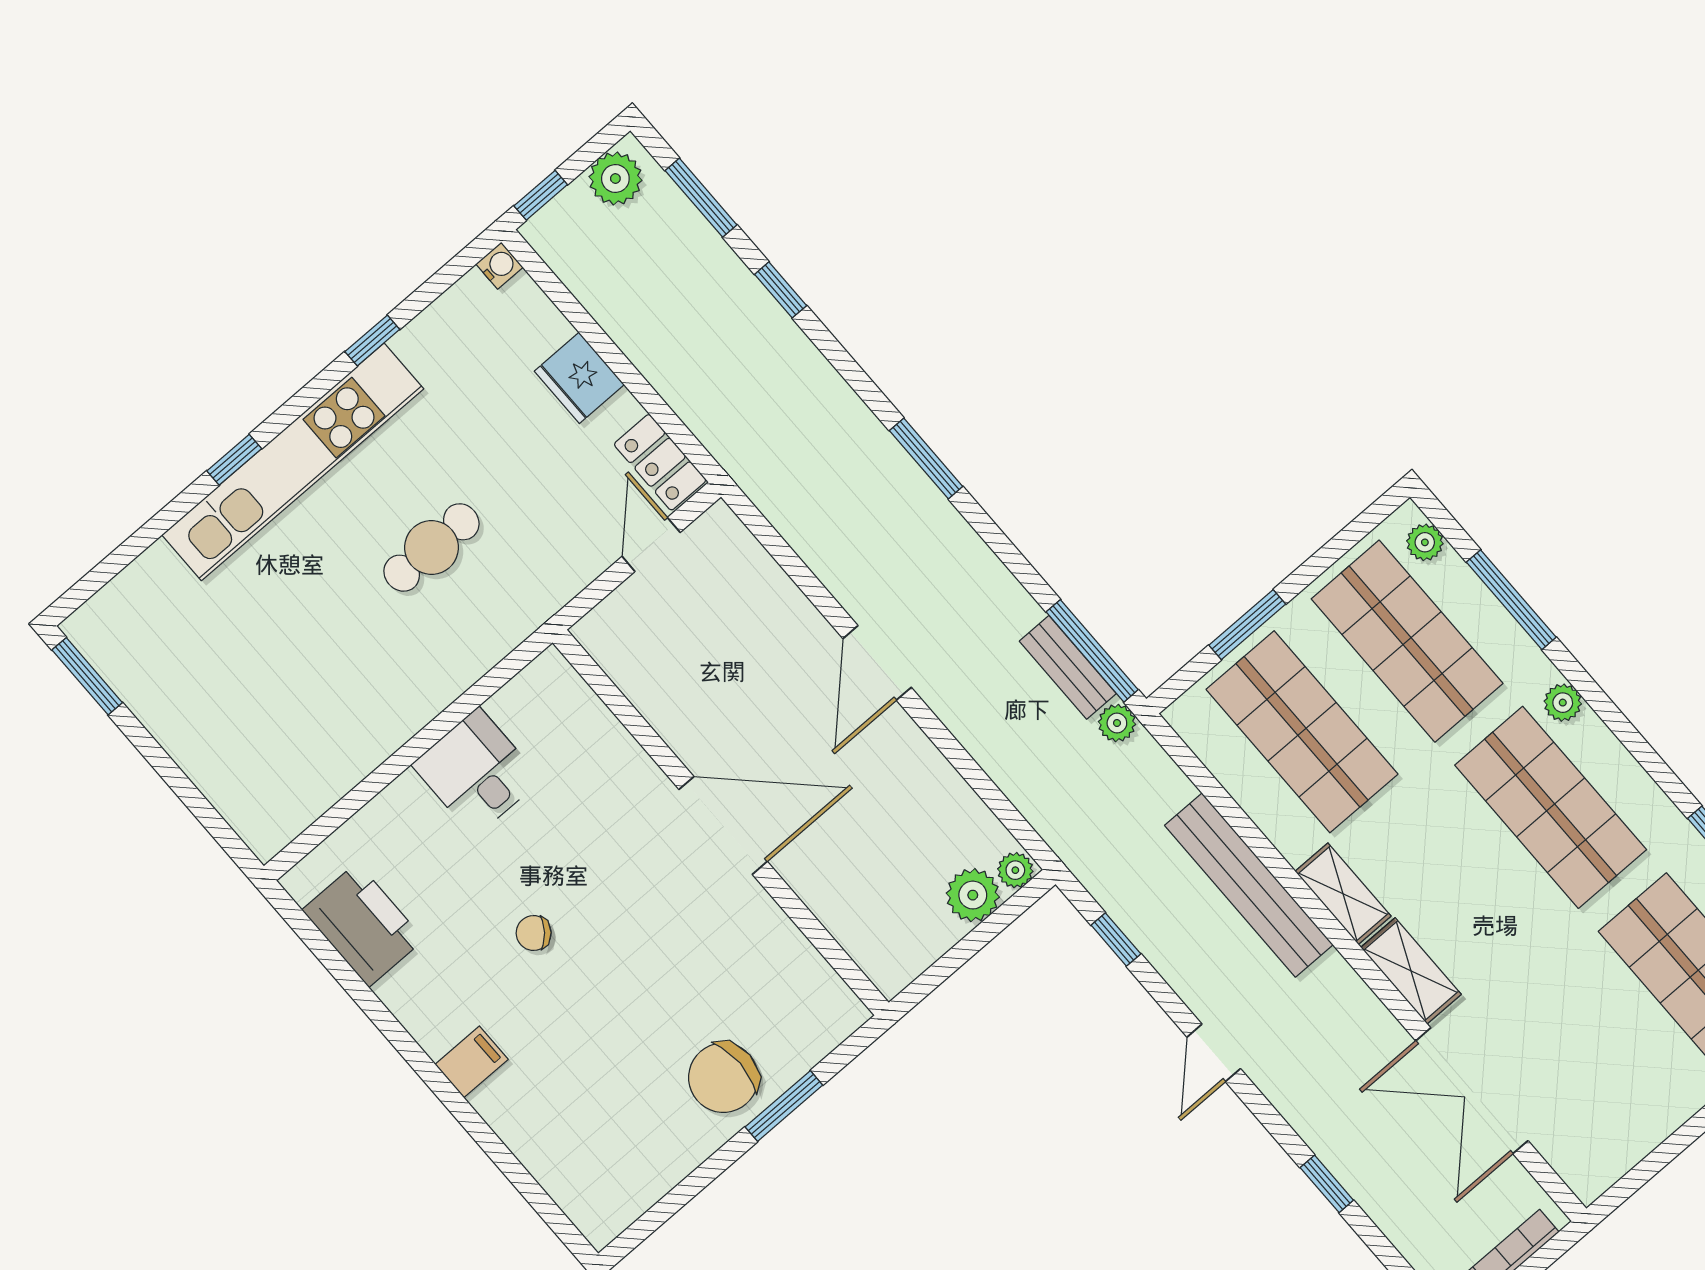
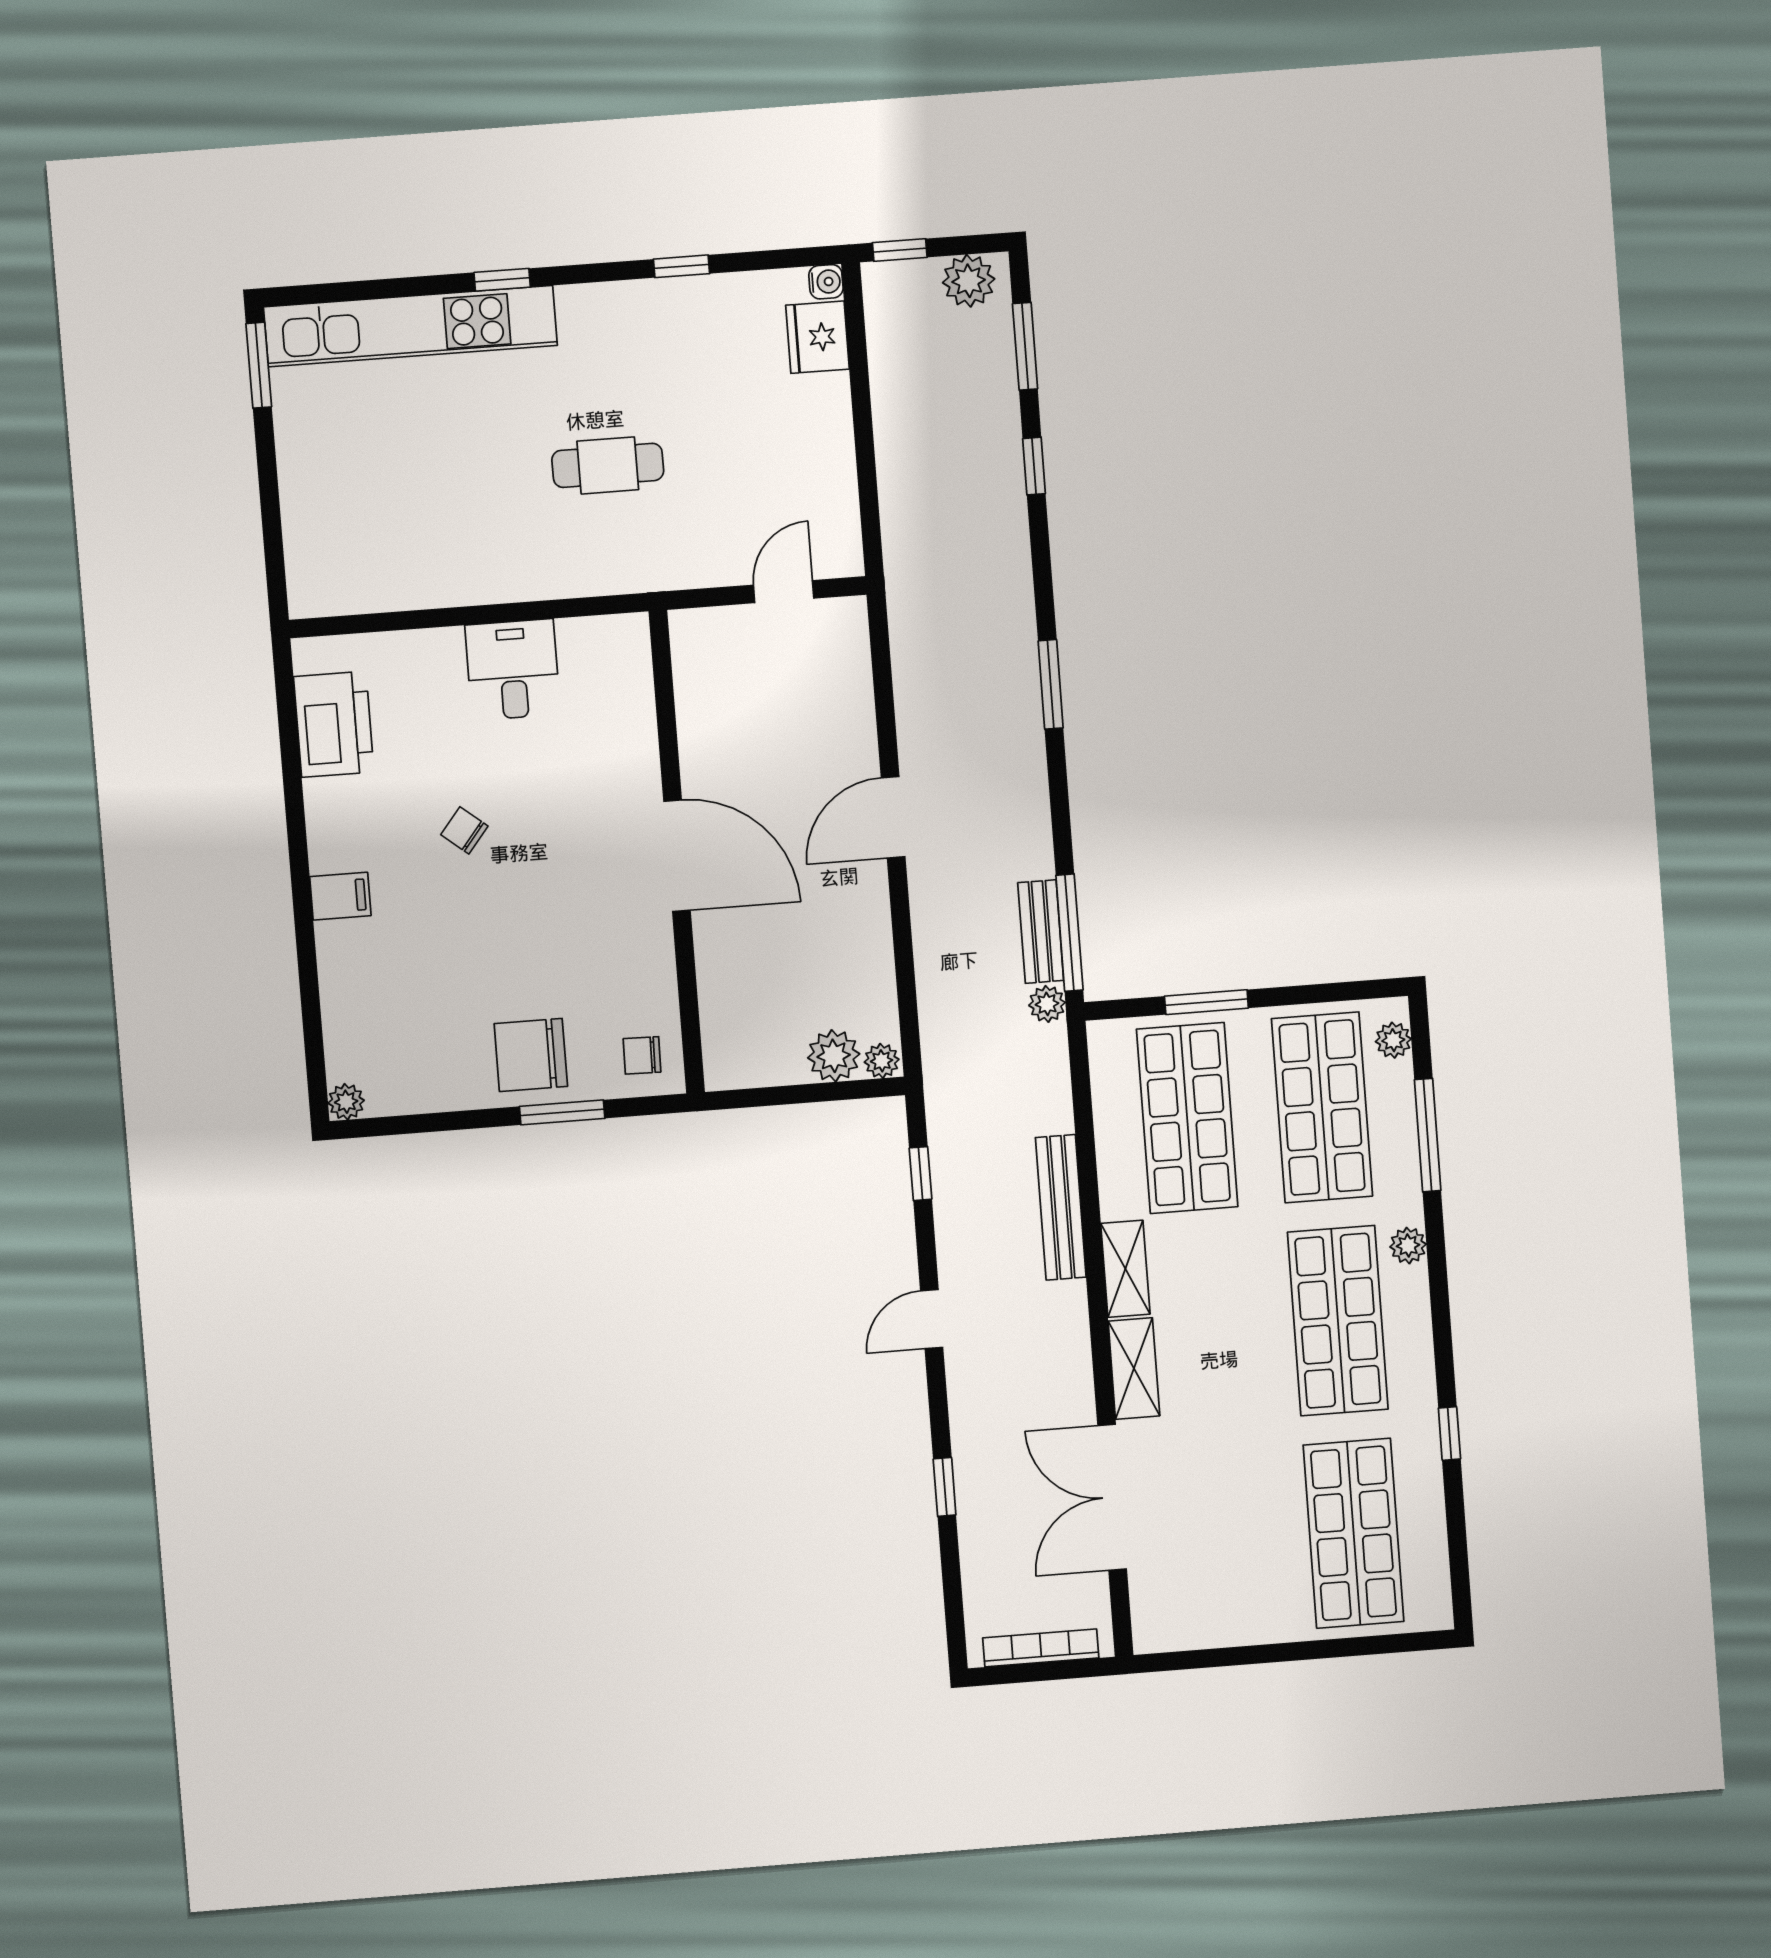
fridge: (579, 378) -> (817, 337), moved
kitchen unit: (293, 462) -> (411, 326), moved
locker: (660, 462) -> (839, 532), removed
bench: (1249, 885) -> (1061, 1207), width x0.73, depth x0.82
chair: (815, 1011) -> (642, 1055), added
plant: (600, 1228) -> (346, 1102), added

